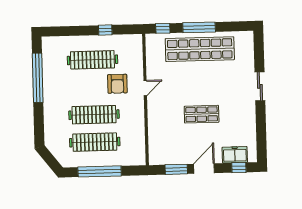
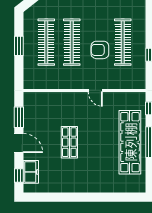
armchair: (117, 84) -> (100, 50), moved
sliding door: (260, 86) -> (94, 197), removed
window: (100, 171) -> (19, 46), width x0.47

